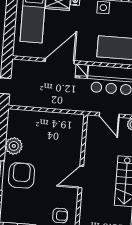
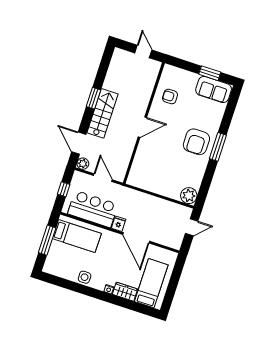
door: (60, 61) -> (136, 238), hinge flipped
plant: (14, 146) -> (189, 196), moved

